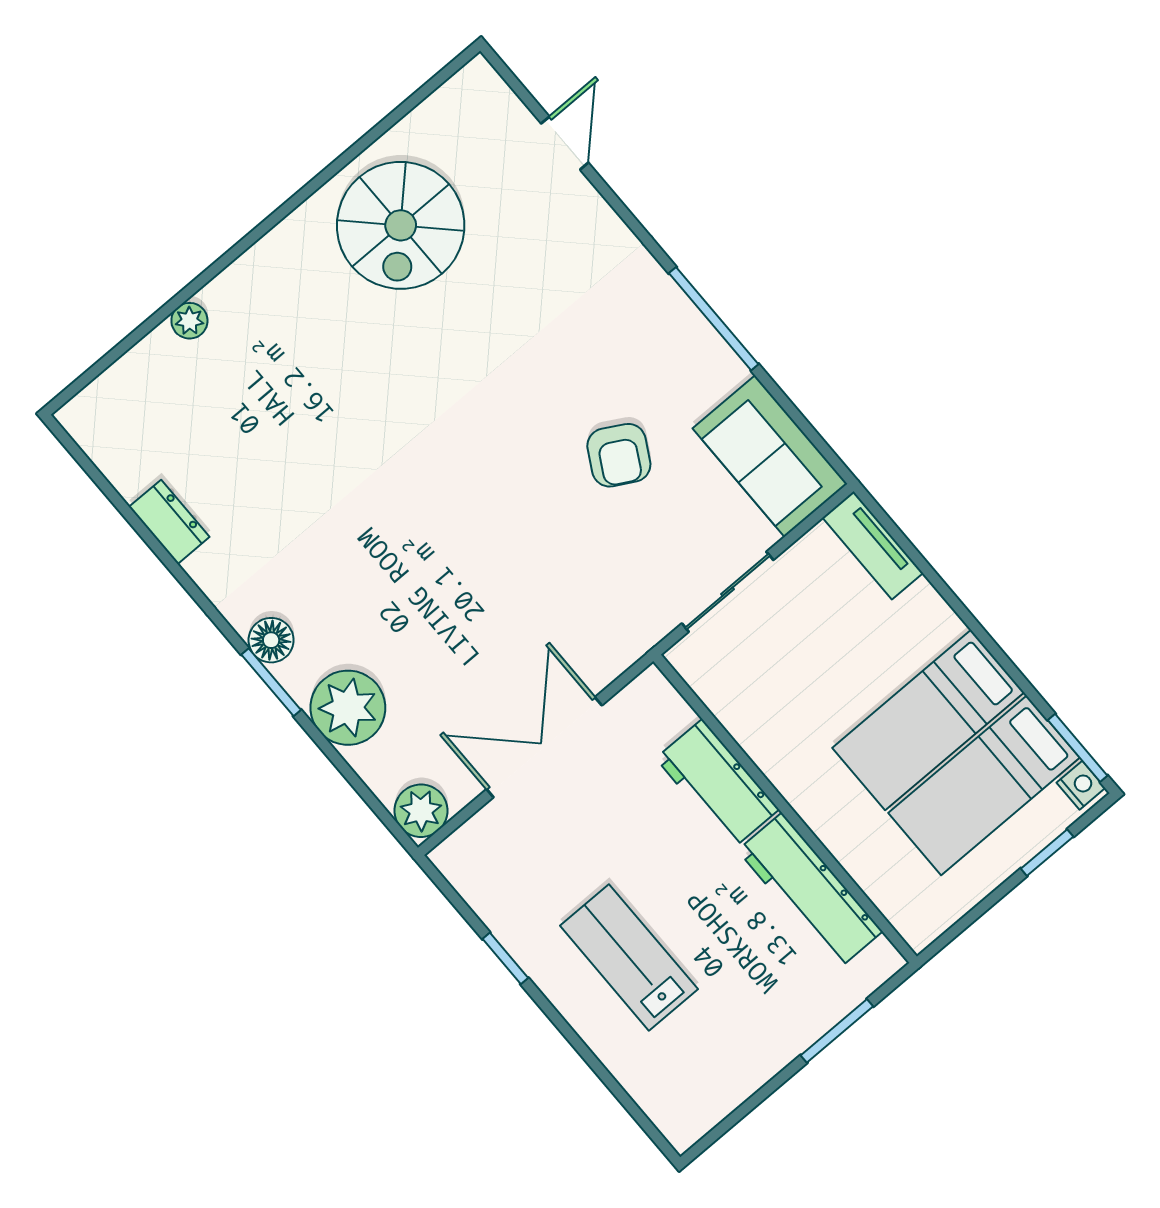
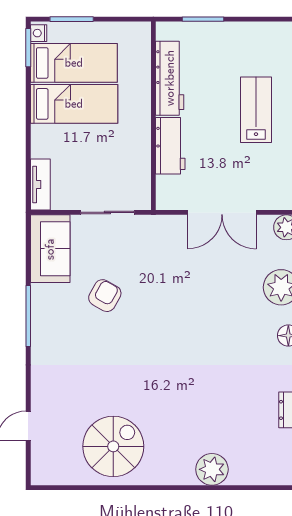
plant: (189, 321) -> (212, 469), width x1.88, depth x1.88
window: (1047, 853) -> (72, 19), width x1.50
lab bench: (629, 957) -> (256, 110), turned 180

